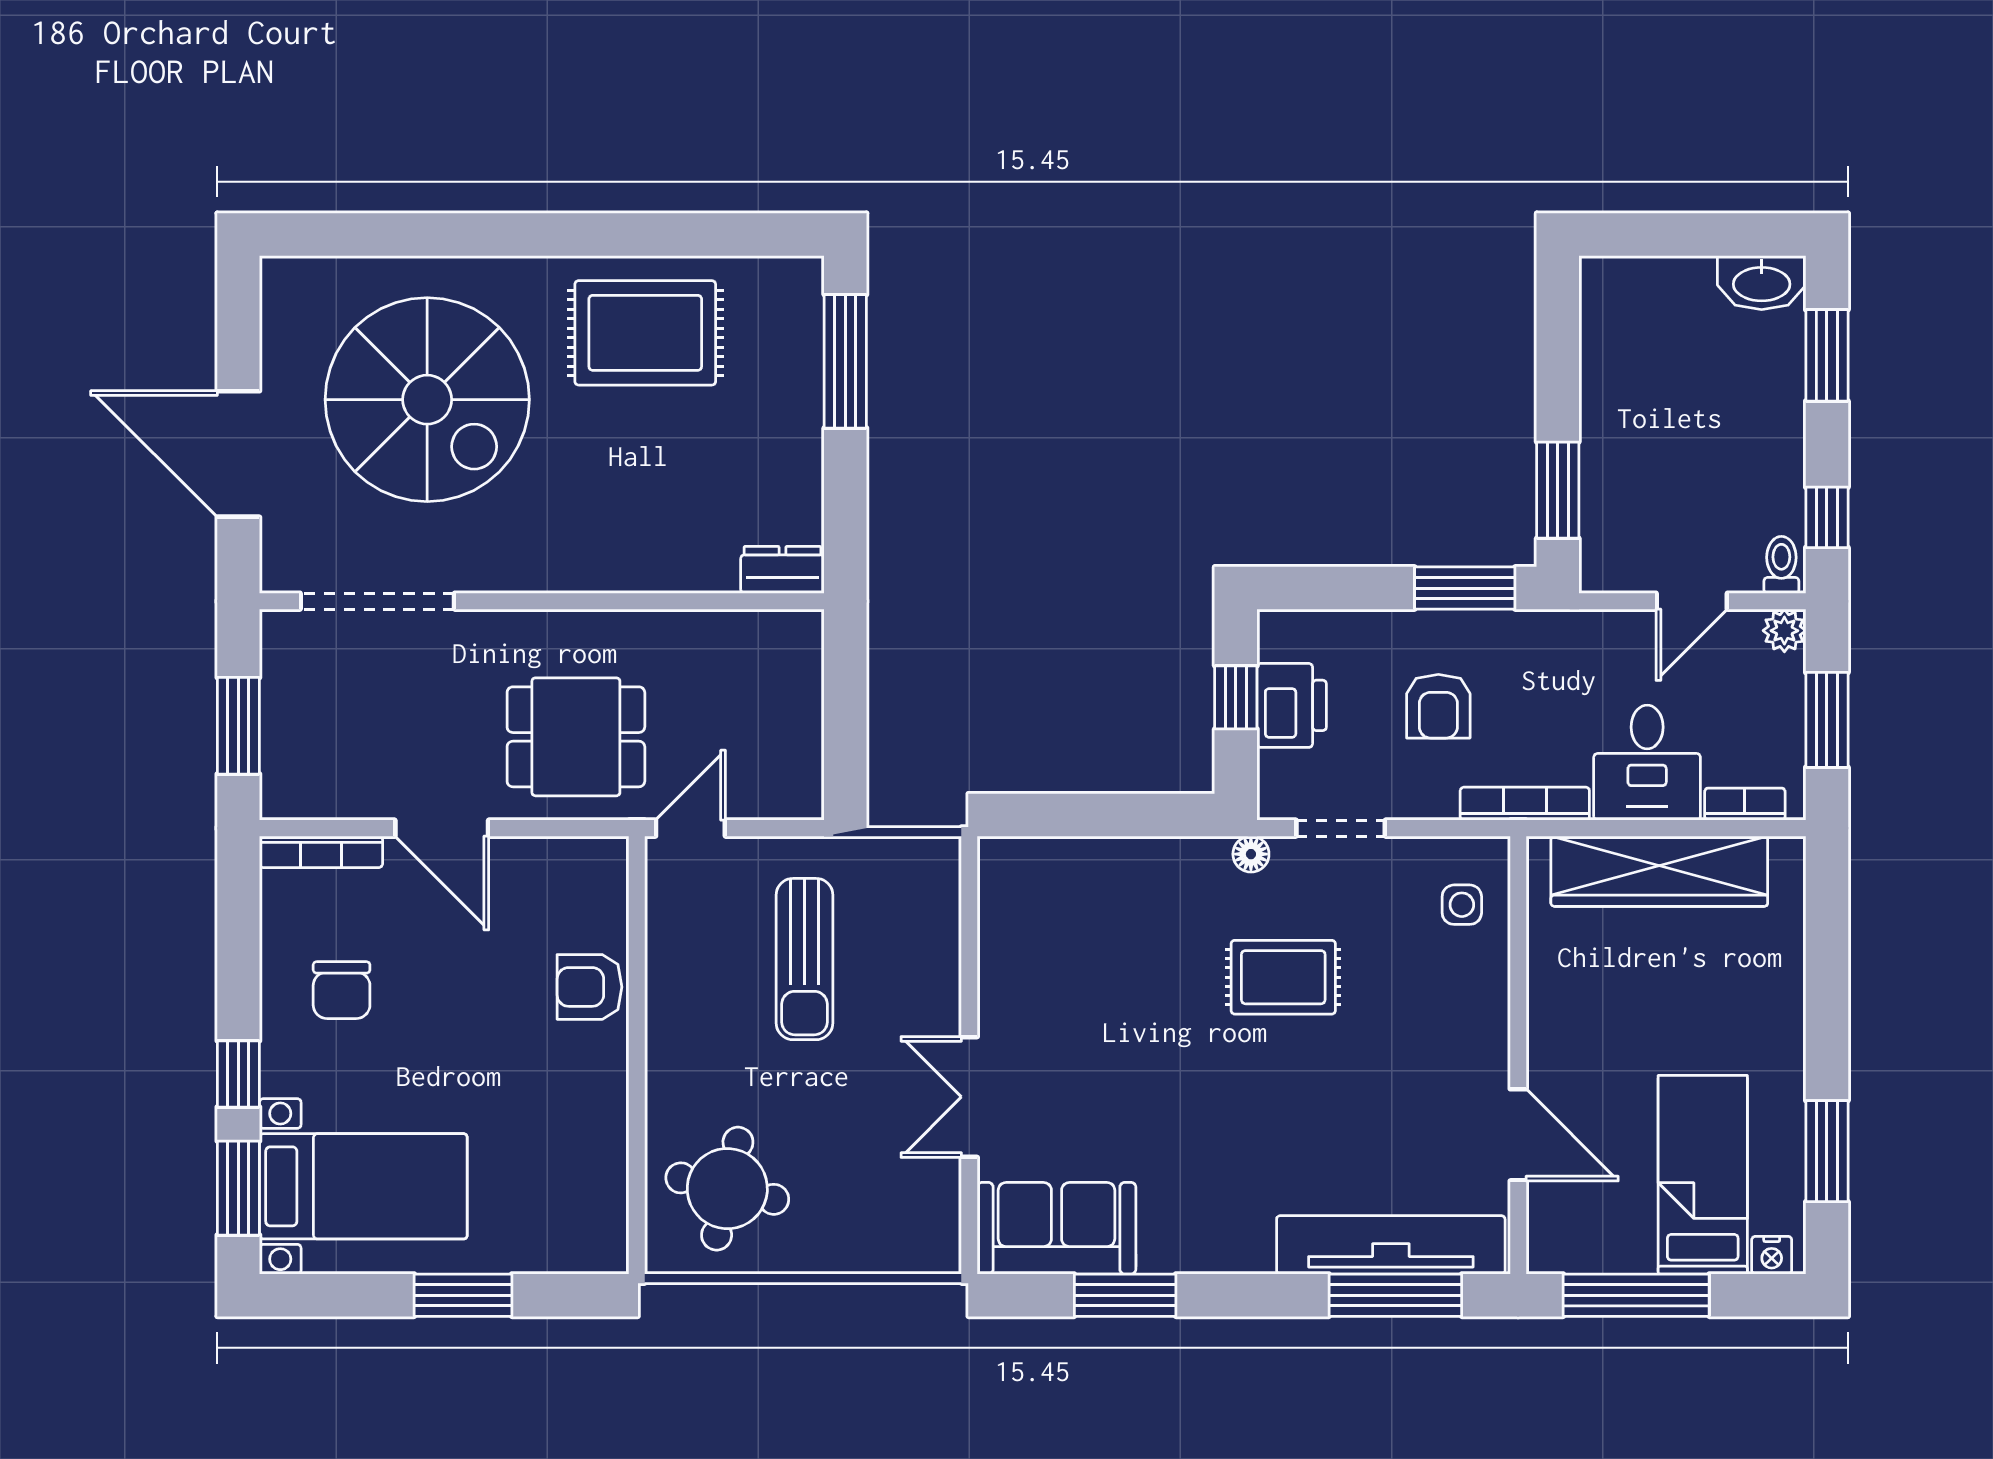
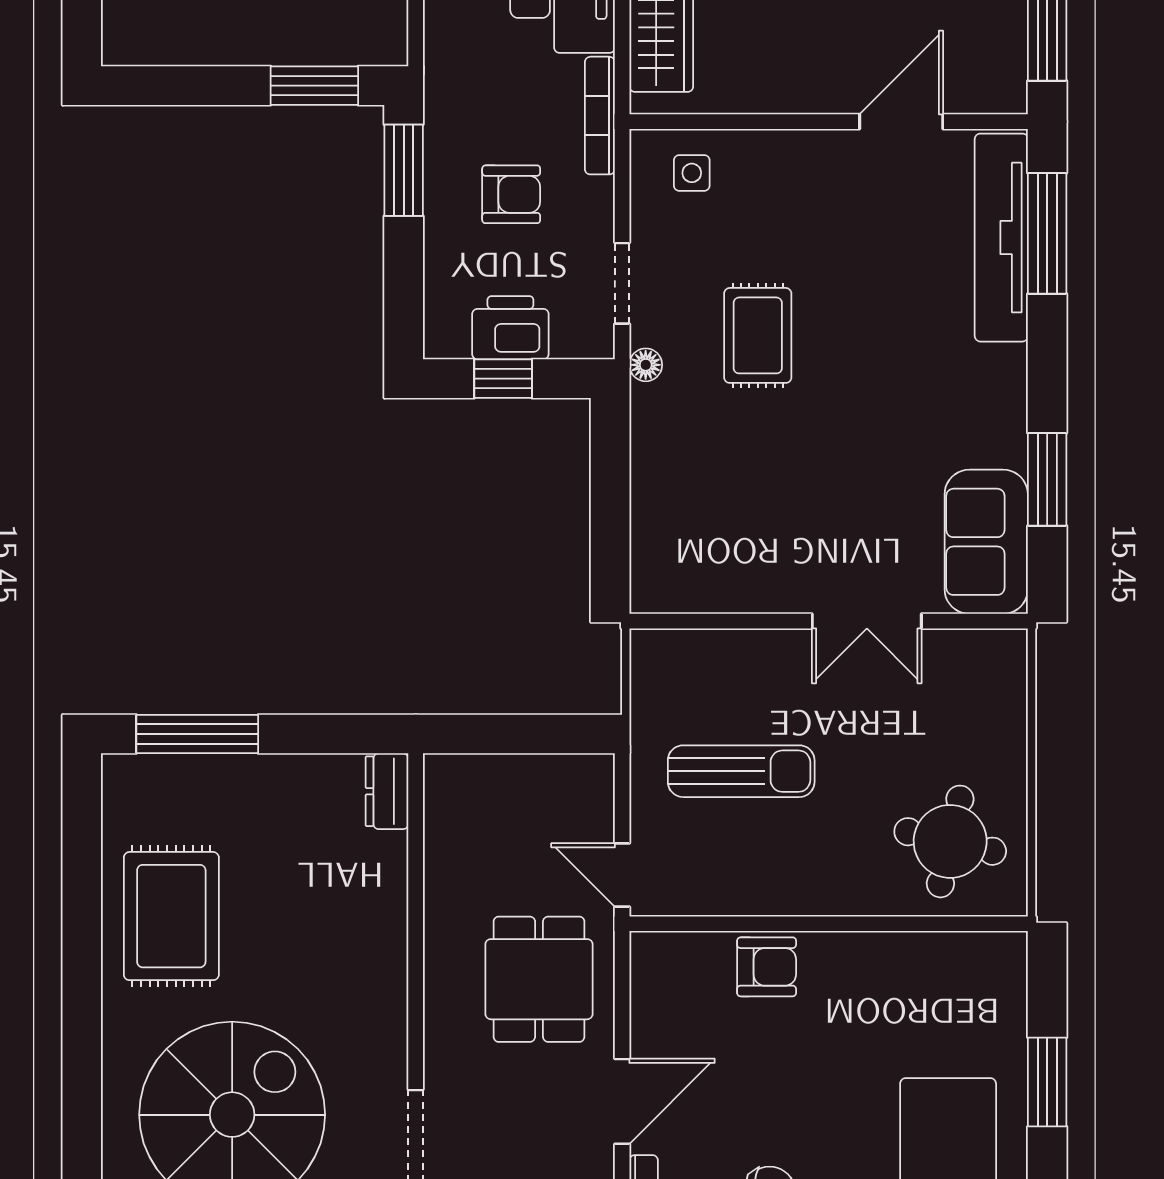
armchair: (589, 987) -> (767, 967), turned -90

